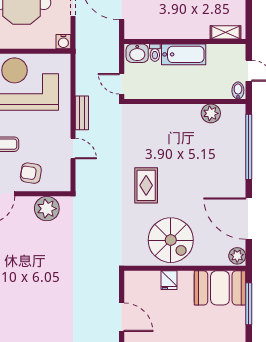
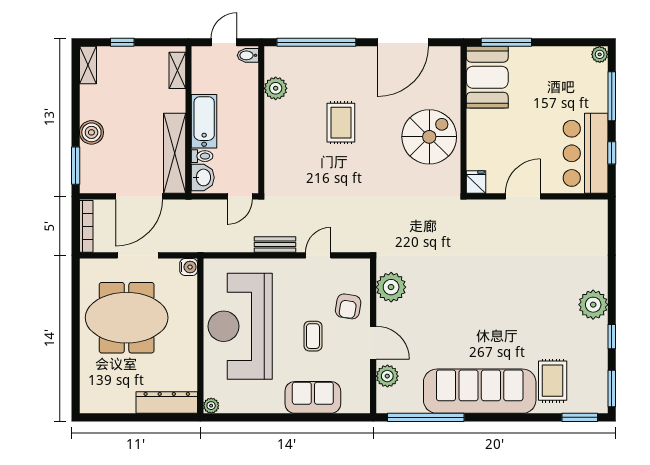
shelving: (157, 30) -> (175, 153), added
rug: (146, 185) -> (341, 123), moved, turned 90
plant: (237, 256) -> (448, 56), removed
fridge: (169, 280) -> (476, 182), moved, turned -90

